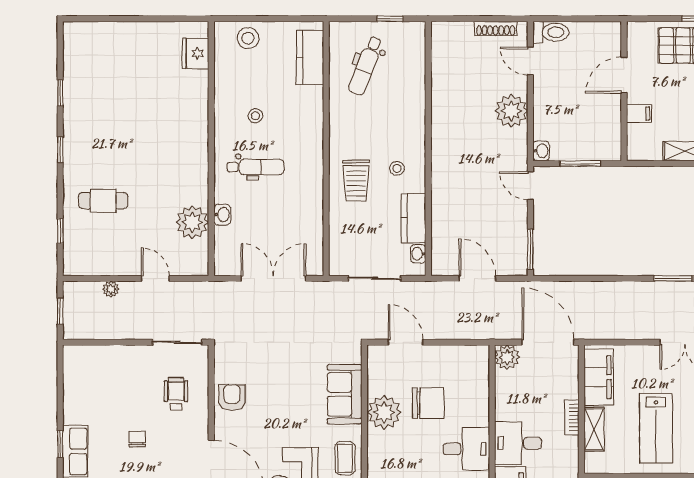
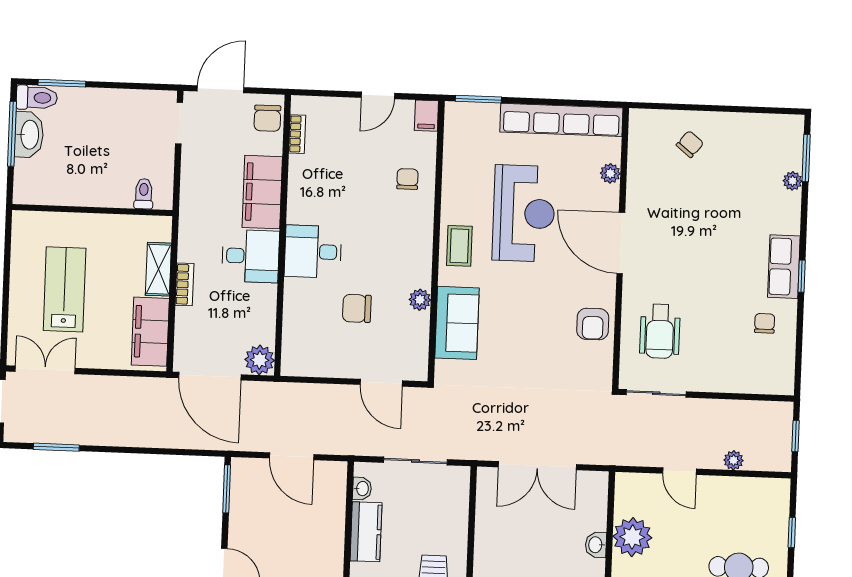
wheelchair: (176, 394) -> (660, 331), width x1.36, depth x1.37
chair: (428, 403) -> (357, 308), width x0.73, depth x0.73
plant: (384, 412) -> (420, 300), width x0.53, depth x0.53
lab bench: (656, 428) -> (65, 289), moved
chair: (137, 439) -> (765, 323), moved, turned 180

